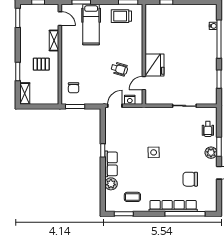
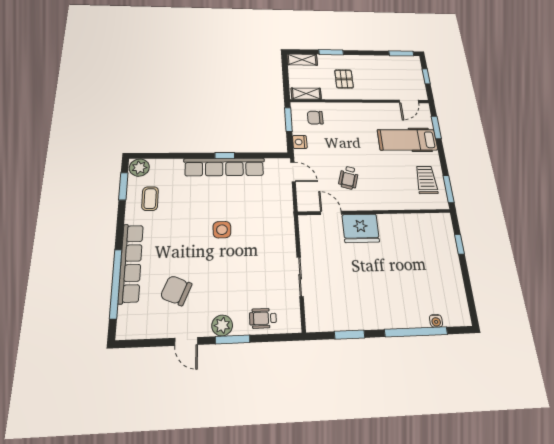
shelving: (54, 41) -> (306, 94), moved
nightstand: (130, 100) -> (300, 142), moved
row of seats: (111, 164) -> (224, 167), width x2.02
chair: (190, 179) -> (176, 290), turned -67
plant: (111, 184) -> (139, 168), moved

